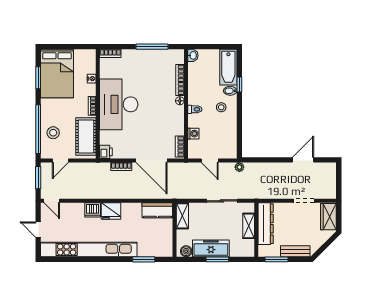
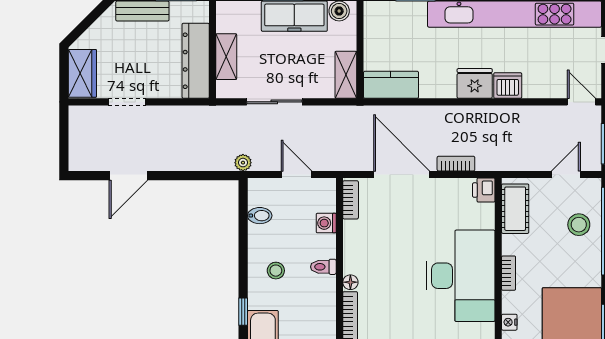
bidet: (230, 91) -> (260, 216), moved
cot: (86, 136) -> (515, 209), width x0.73, depth x0.75

